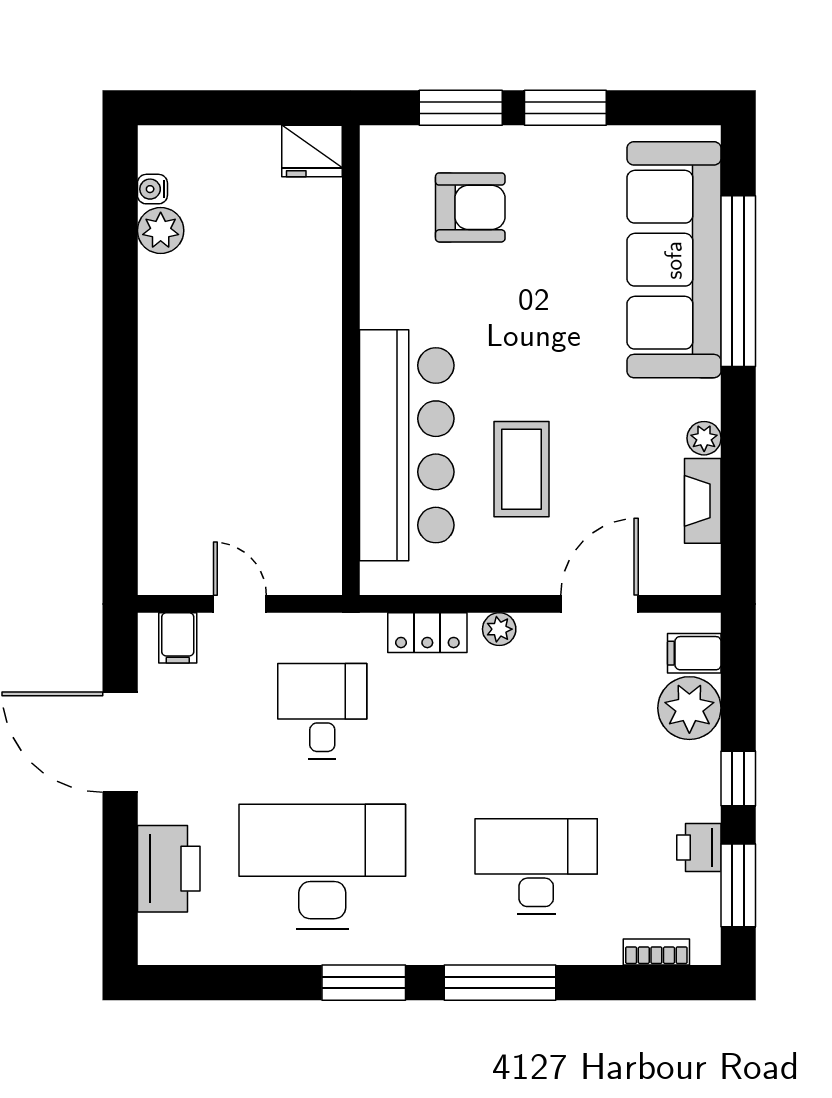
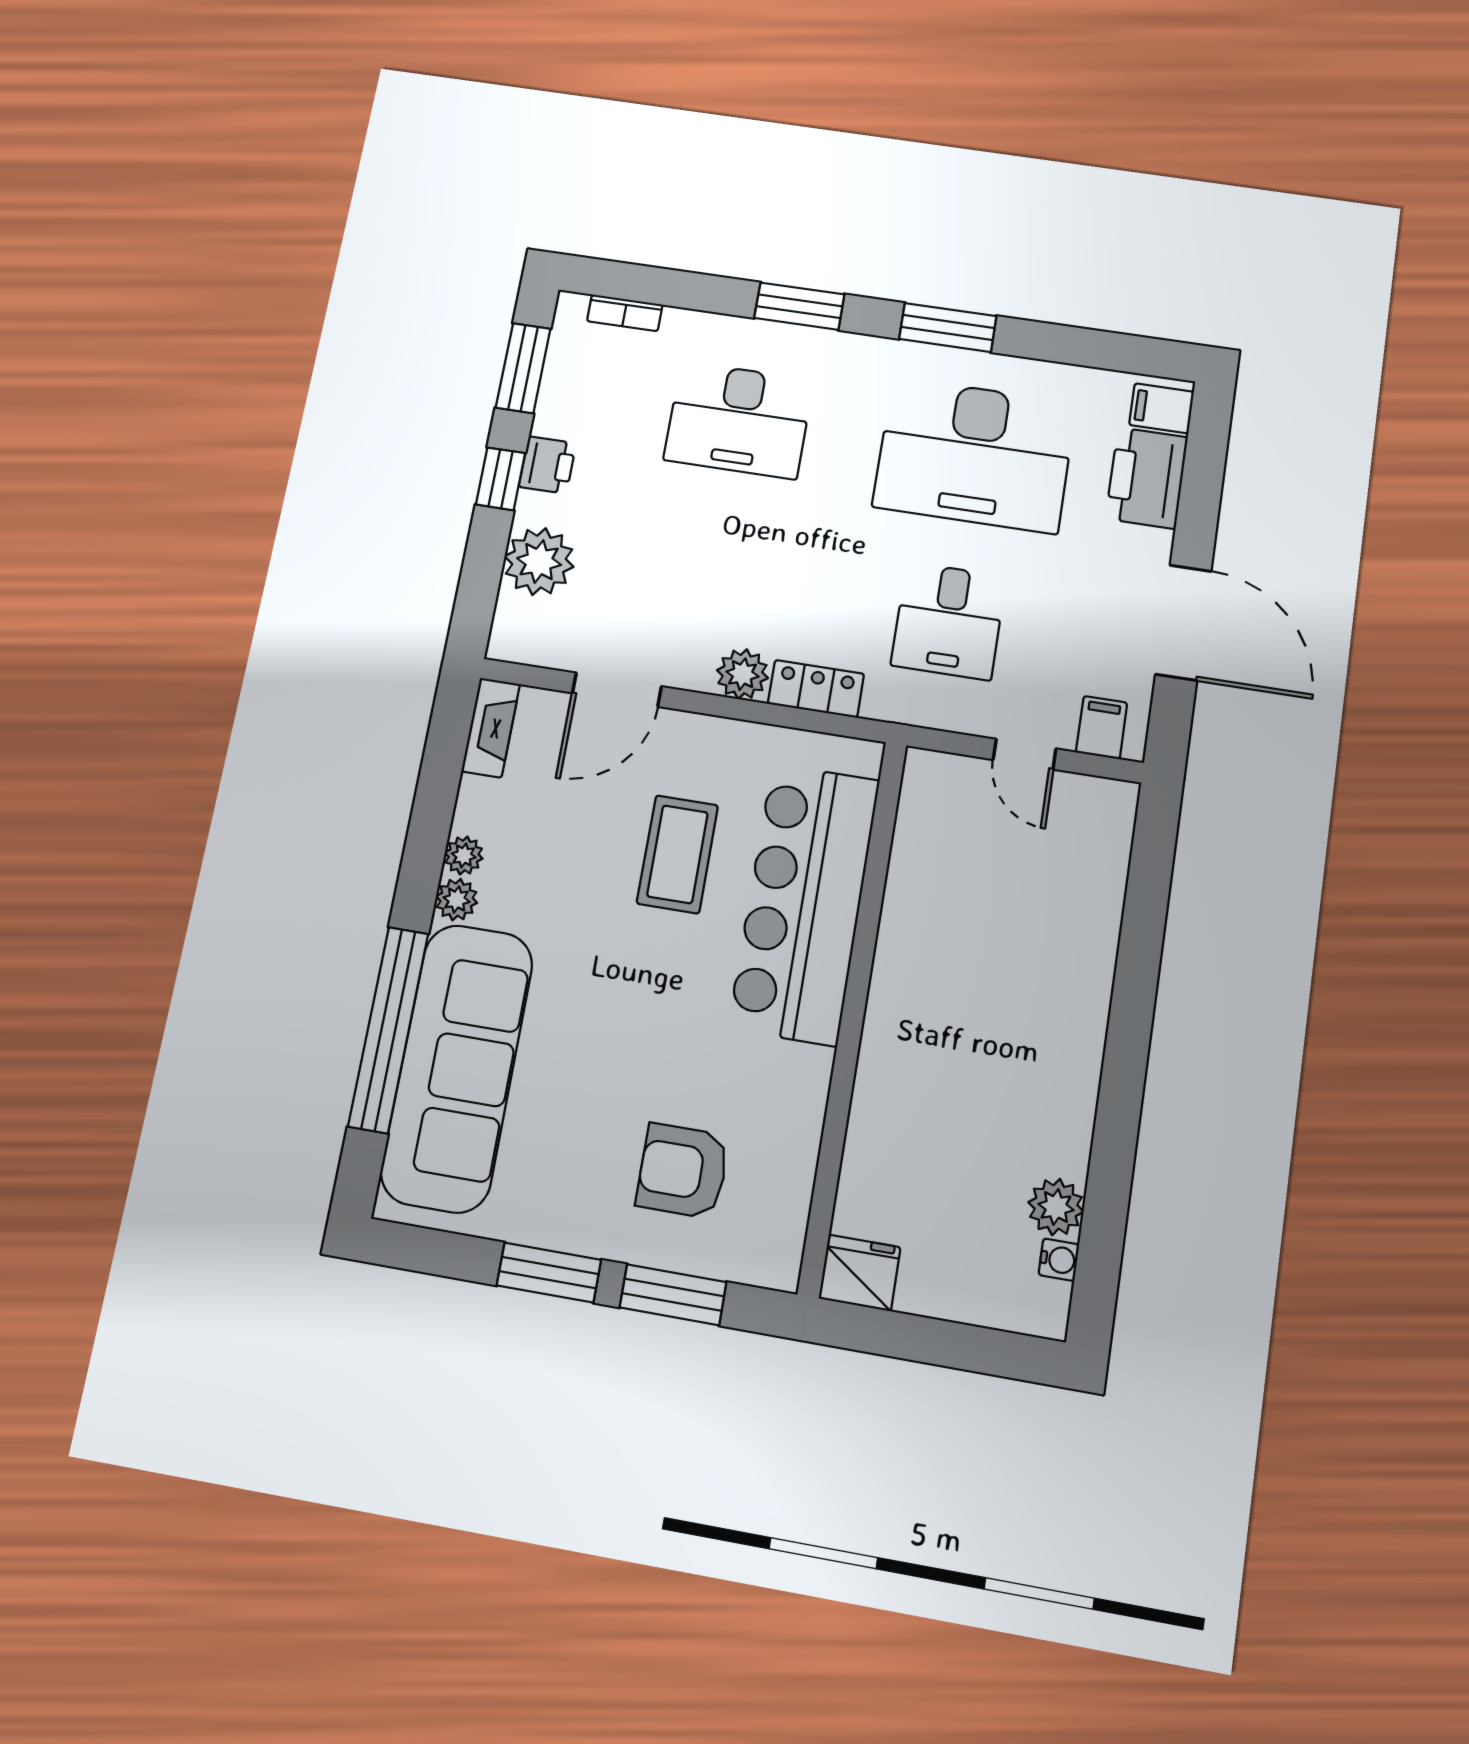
plant: (703, 400) -> (457, 900), added
fireplace: (703, 501) -> (491, 728), moved
plant: (499, 629) -> (742, 674), width x1.38, depth x1.38
filing cabinet: (694, 653) -> (1162, 408), moved, turned 180
printer: (699, 848) -> (548, 465), moved
window: (500, 983) -> (799, 306), width x0.69

